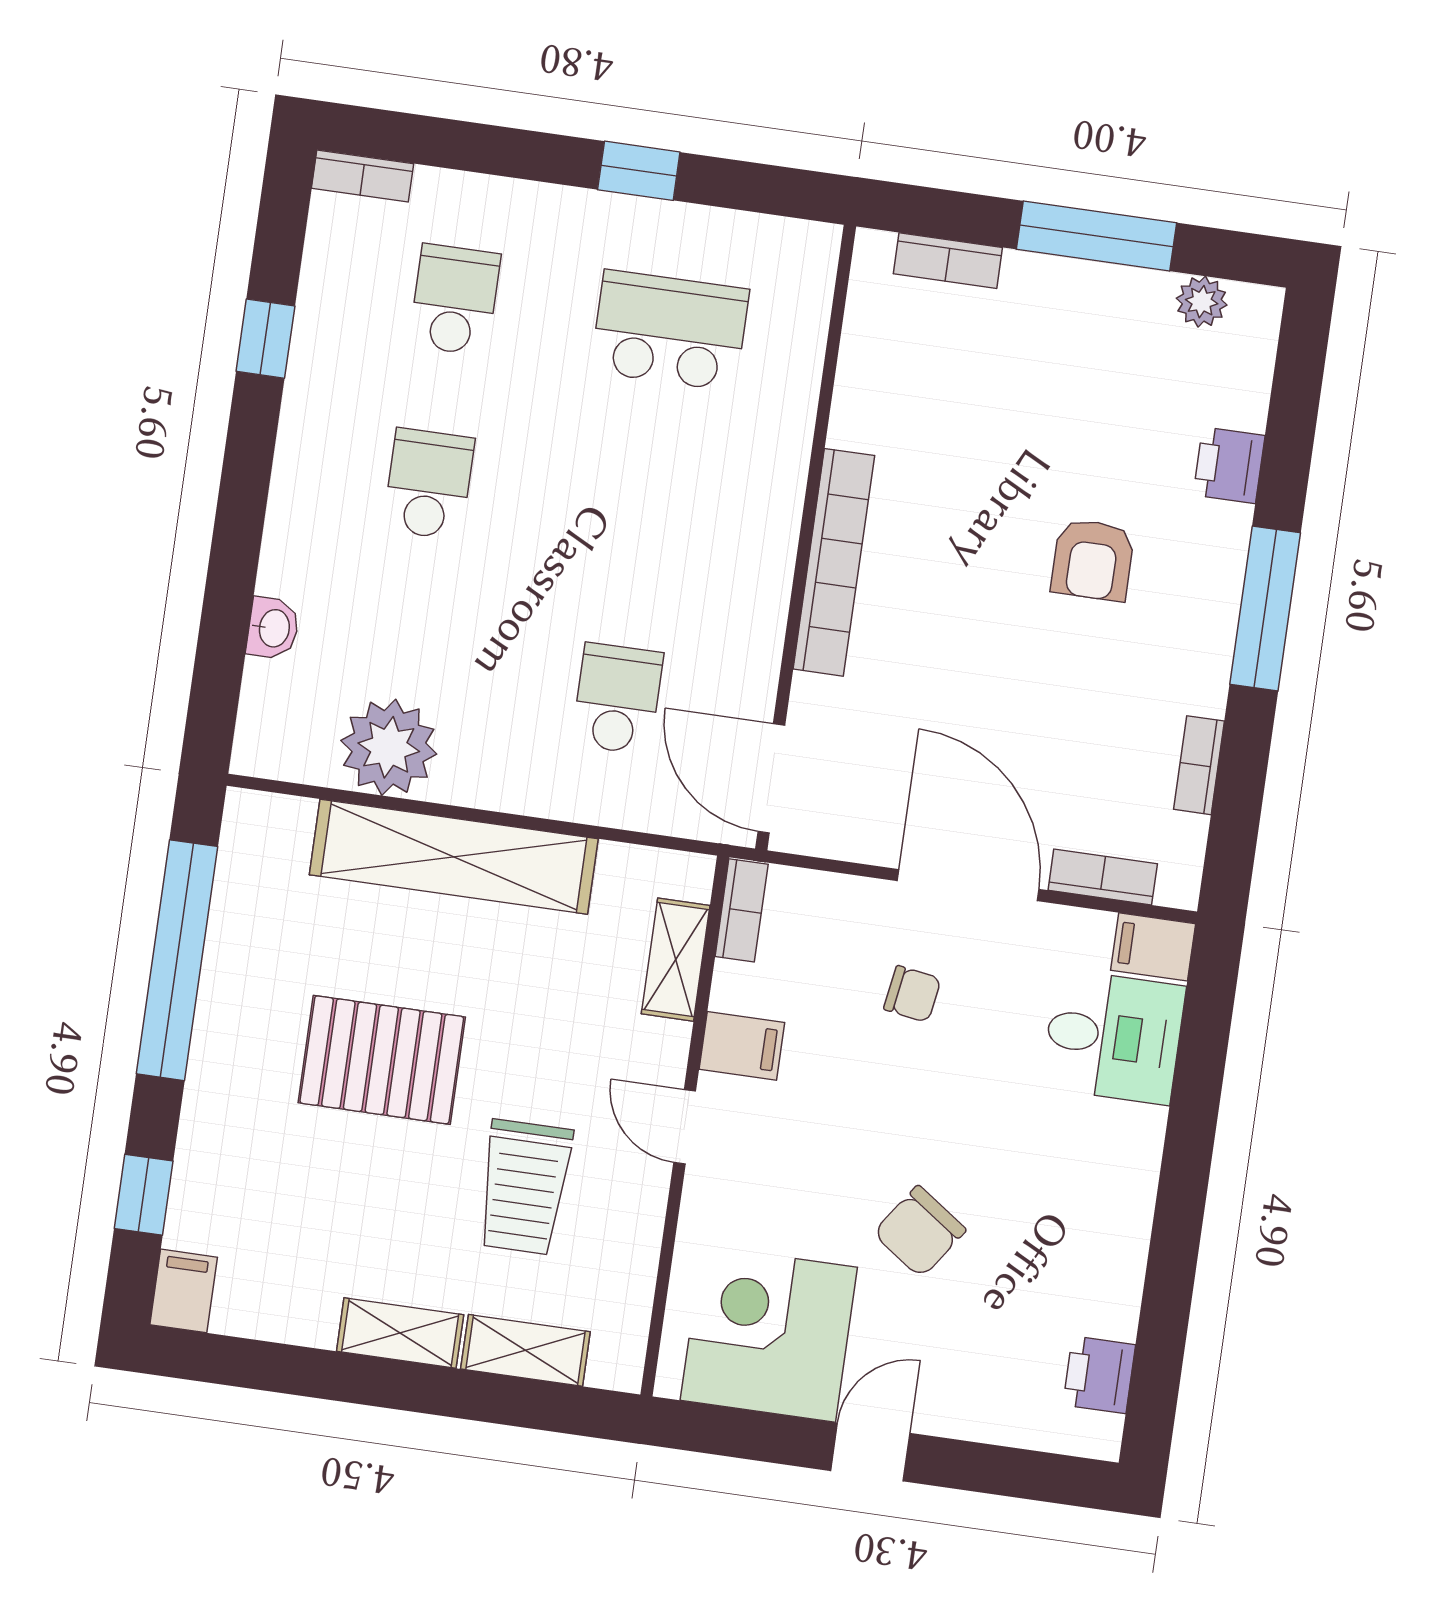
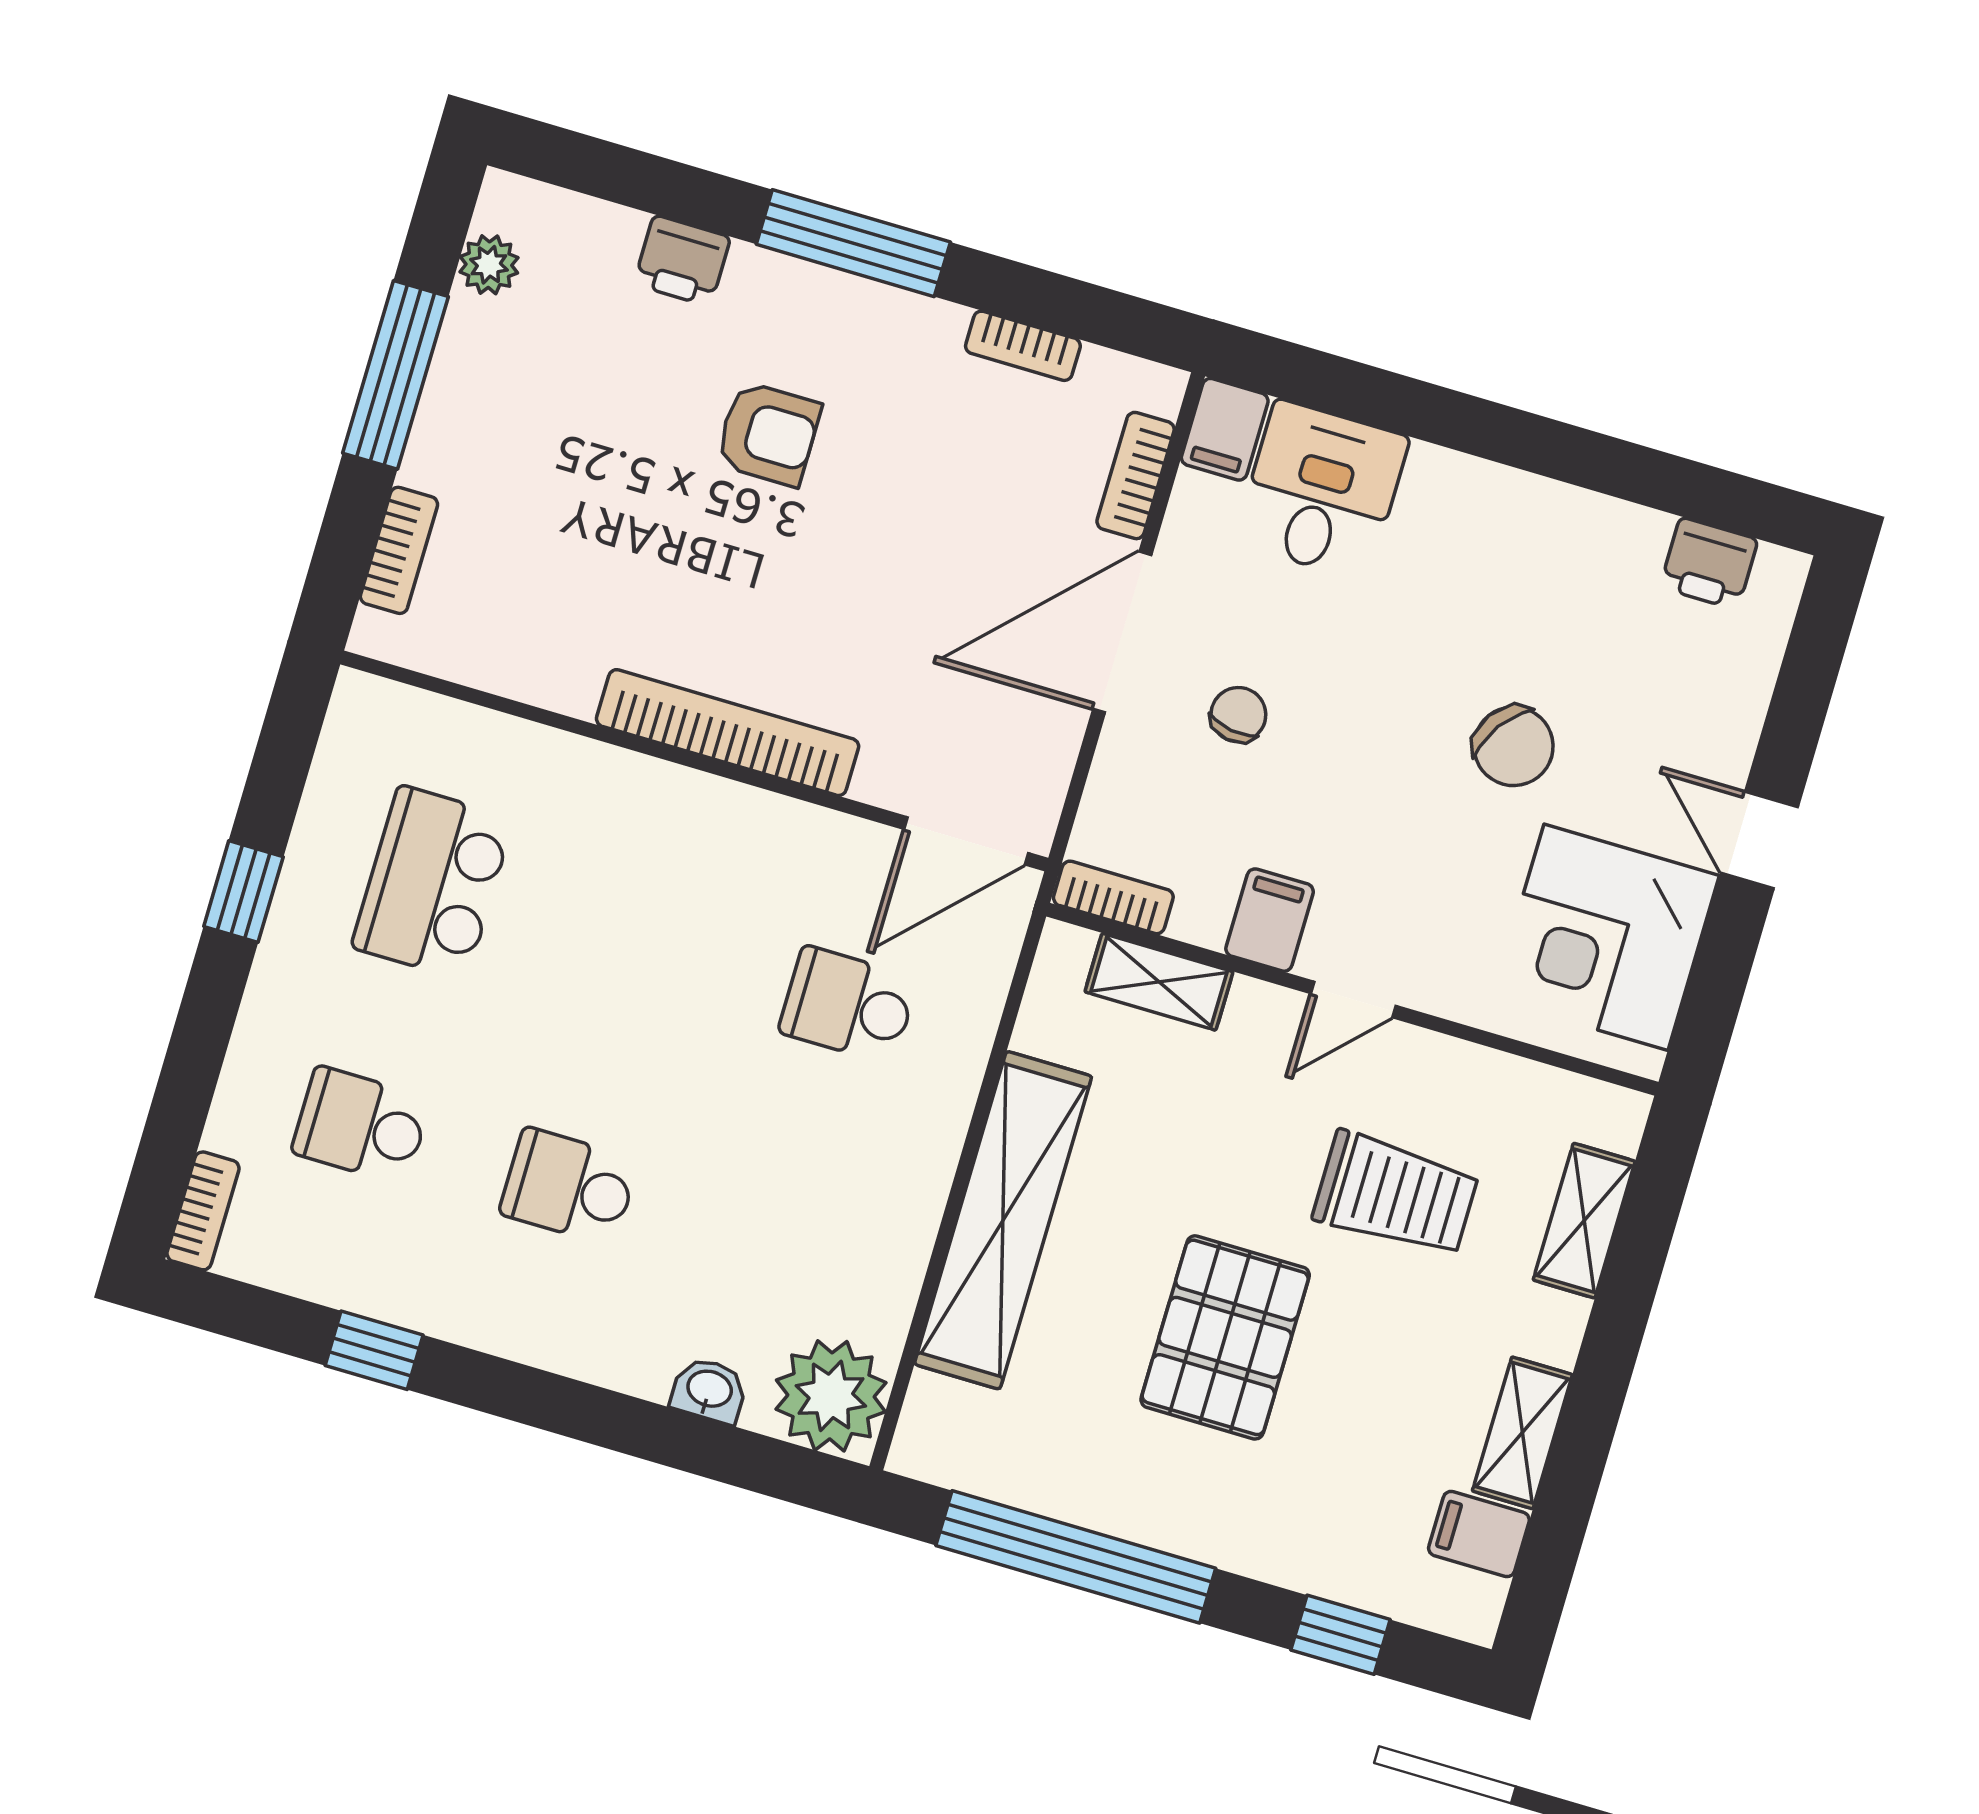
plant: (389, 747) -> (831, 1396), moved
filing cabinet: (184, 1291) -> (1479, 1534), moved
shelving: (400, 1333) -> (1522, 1433), moved

